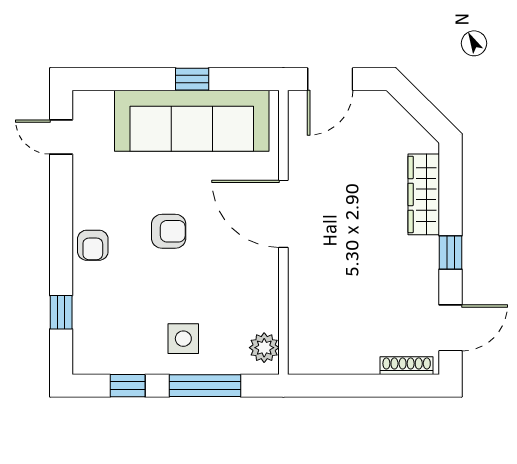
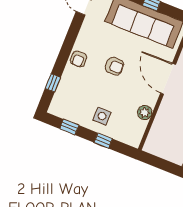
plant: (264, 348) -> (145, 113), moved
window: (205, 386) -> (103, 141), width x0.46

